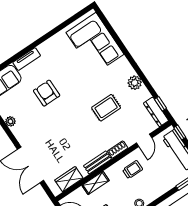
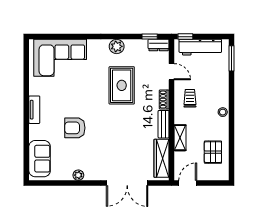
tv unit: (27, 59) -> (34, 110), moved
rug: (106, 108) -> (122, 85), width x1.36, depth x1.43
dresser: (156, 112) -> (159, 45), width x0.70
wardrobe: (69, 179) -> (161, 158), width x1.50

